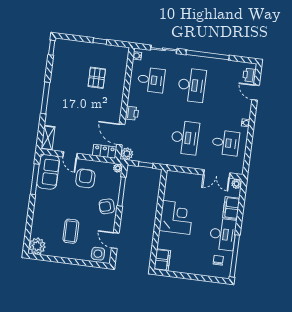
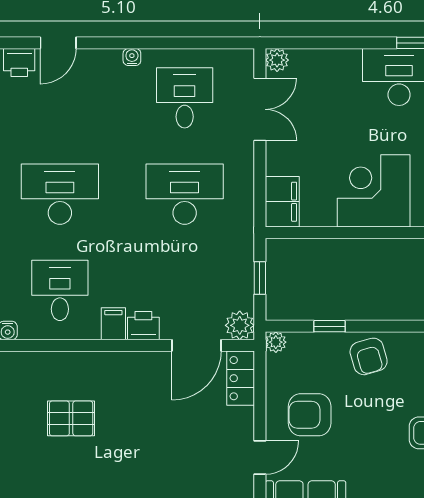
filing cabinet: (134, 101) -> (113, 324), added
window: (122, 192) -> (330, 326), width x0.46
filing cabinet: (231, 208) -> (282, 202), moved, turned -90

